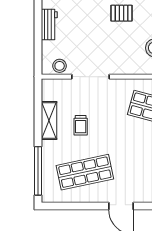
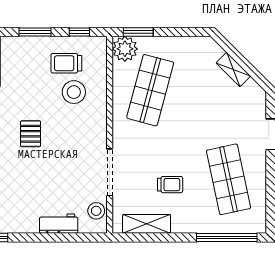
workbench: (49, 25) -> (59, 224), moved
shelving: (49, 121) -> (147, 224), moved

